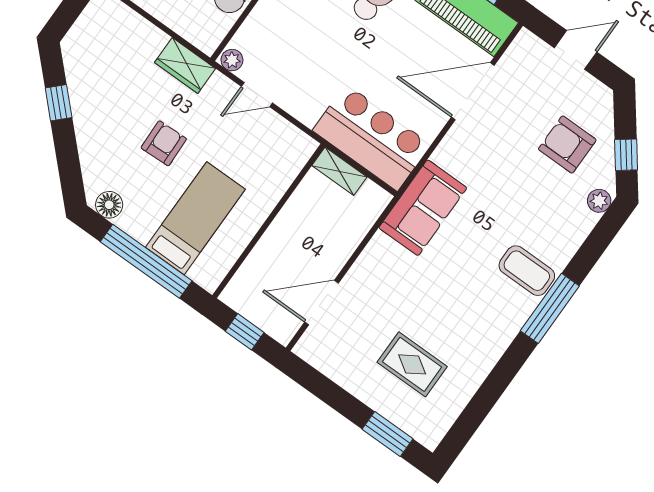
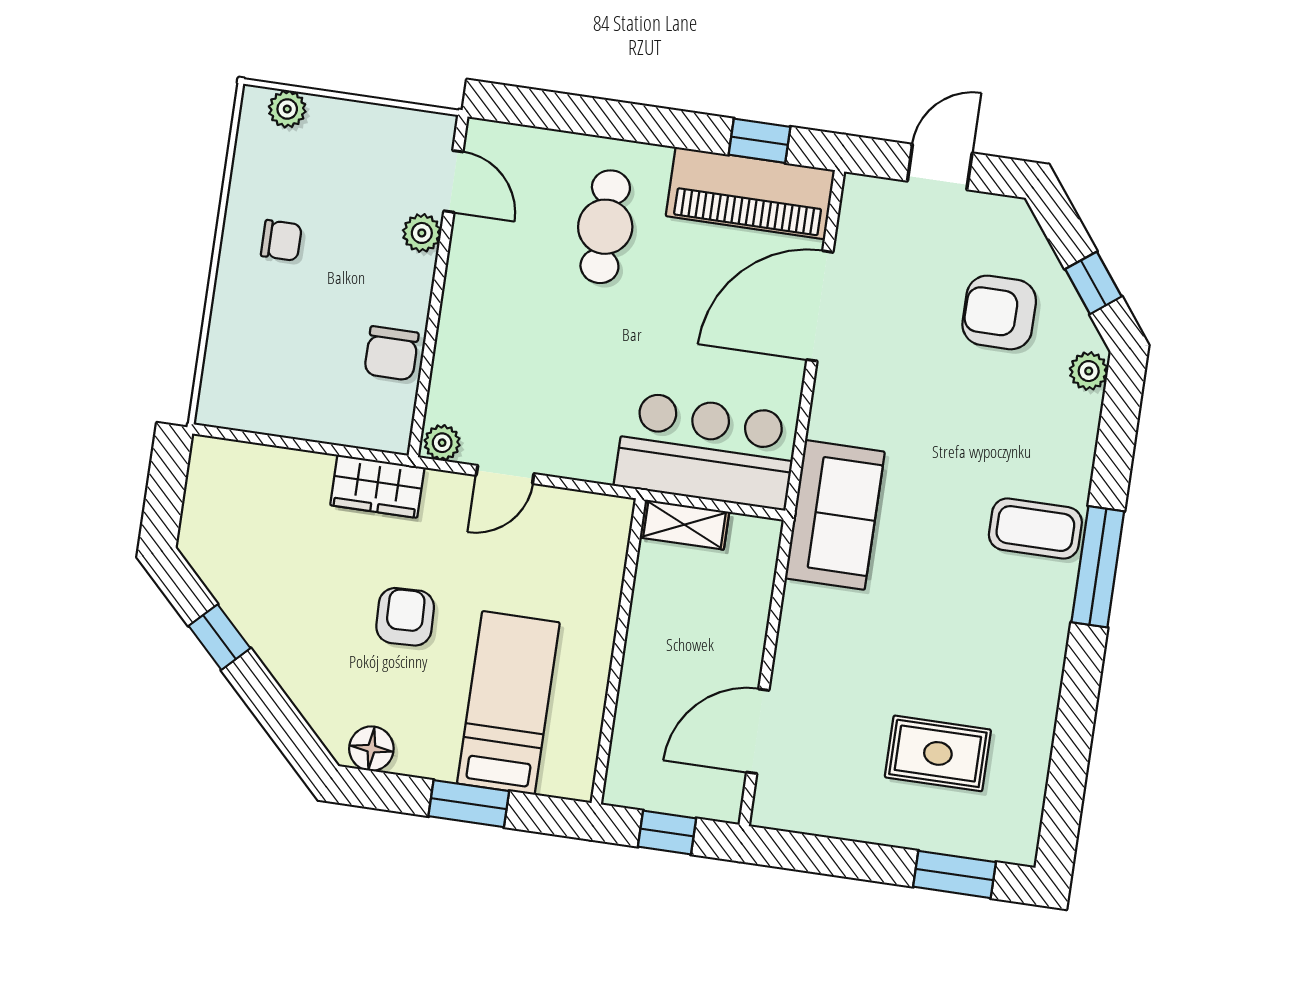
window: (146, 261) -> (469, 804), width x0.47

